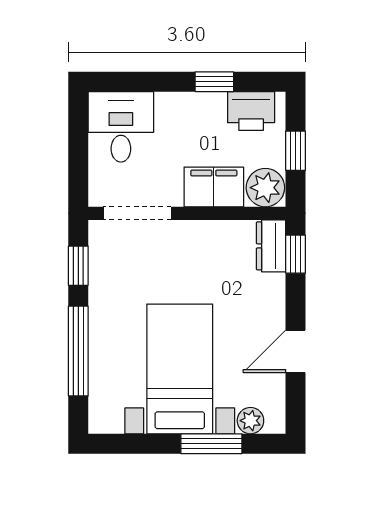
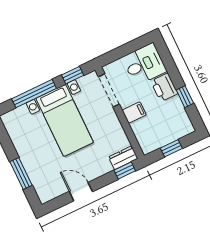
printer: (251, 111) -> (164, 87), moved
filing cabinet: (214, 187) -> (134, 112), width x0.50
plant: (265, 188) -> (148, 143), removed
bed with nightstands: (180, 369) -> (65, 120), moved, turned 90
plant: (250, 421) -> (40, 186), removed

